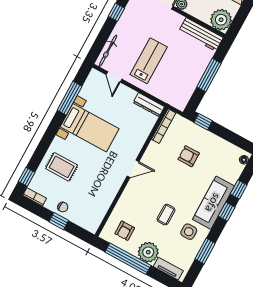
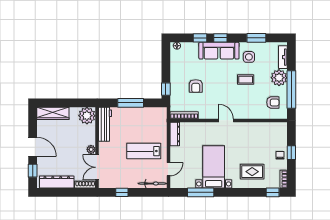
rug: (62, 167) -> (252, 172), turned 90

